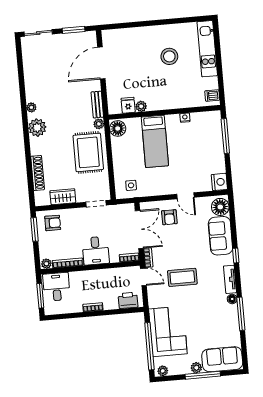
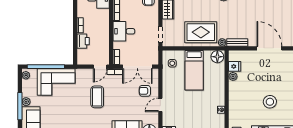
bed: (155, 141) -> (194, 70), moved, turned -90
printer: (128, 300) -> (83, 41), moved

